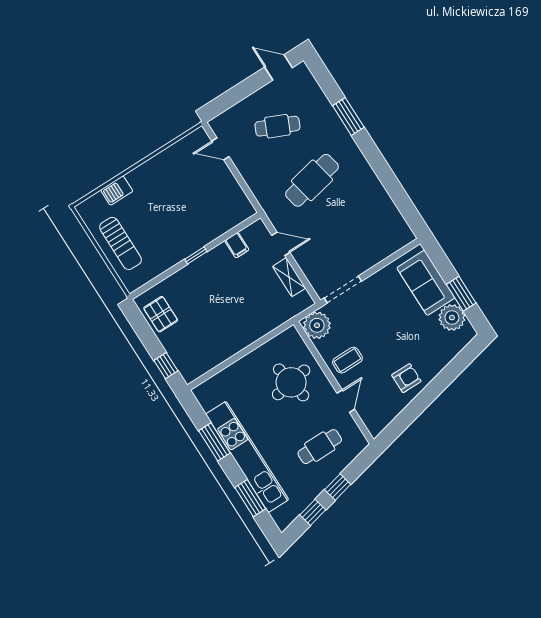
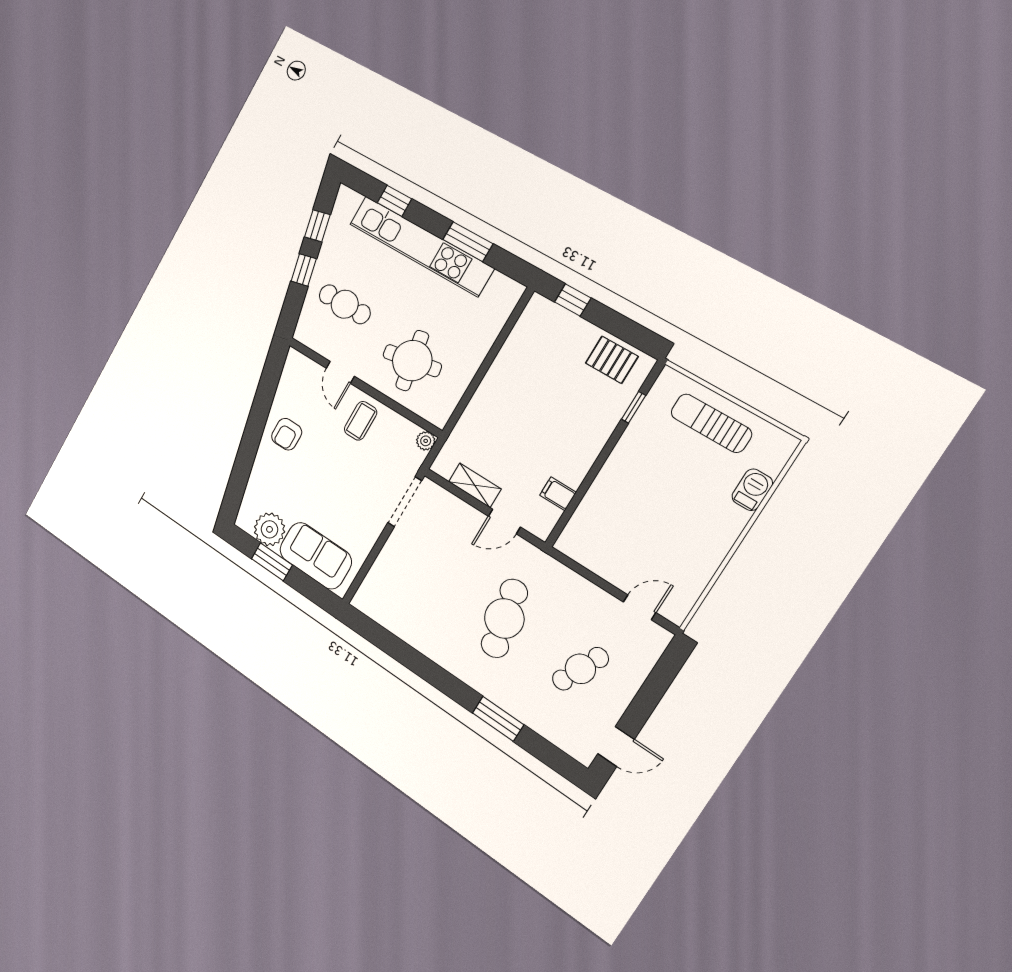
window: (196, 255) -> (634, 407), moved
plant: (317, 325) -> (426, 441), width x0.53, depth x0.53
cafe table: (320, 447) -> (345, 304), turned 90
window: (250, 498) -> (394, 201), width x0.67

